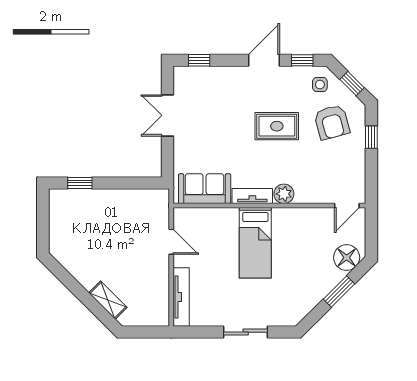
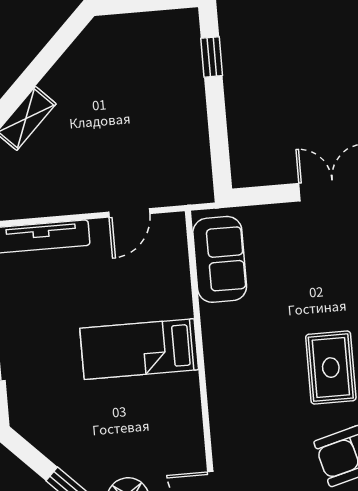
plant: (284, 194) -> (222, 388), removed
tv unit: (252, 196) -> (214, 338), removed

